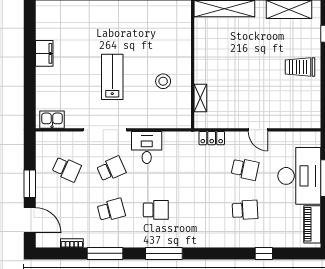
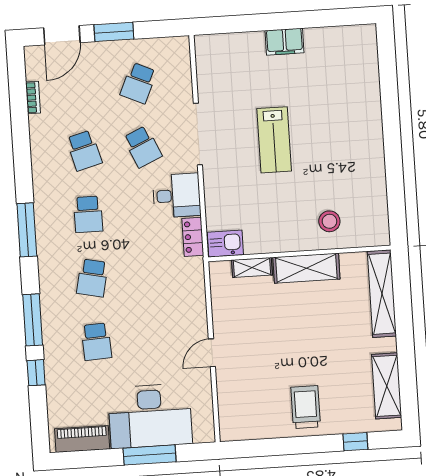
filing cabinet: (44, 53) -> (285, 42), moved
shelving: (203, 60) -> (306, 268), added
lab bench: (112, 77) -> (274, 140), turned 90
stool: (163, 81) -> (329, 221), moved
kitchen sink: (52, 120) -> (225, 244), moved, turned -90
locker: (212, 138) -> (193, 237), moved
school desk: (245, 169) -> (92, 278), moved
window: (105, 253) -> (33, 320), moved

